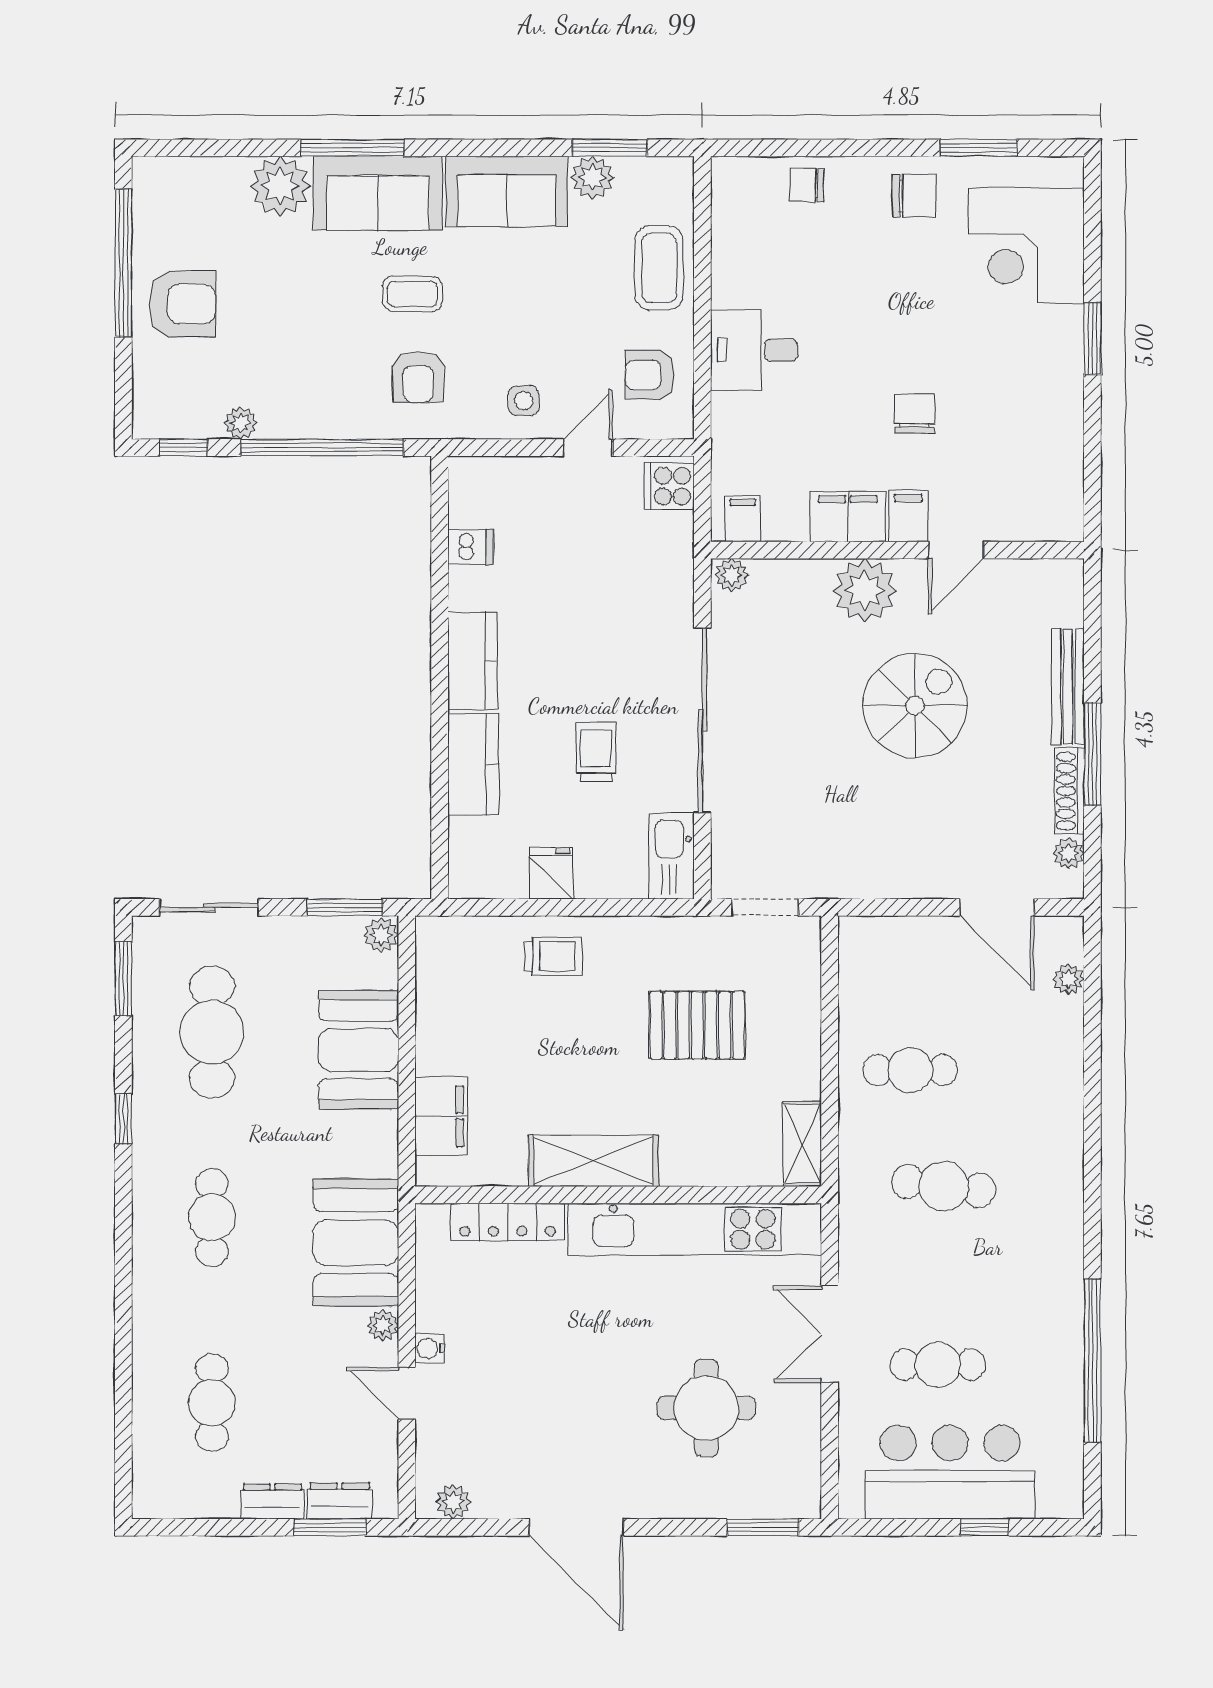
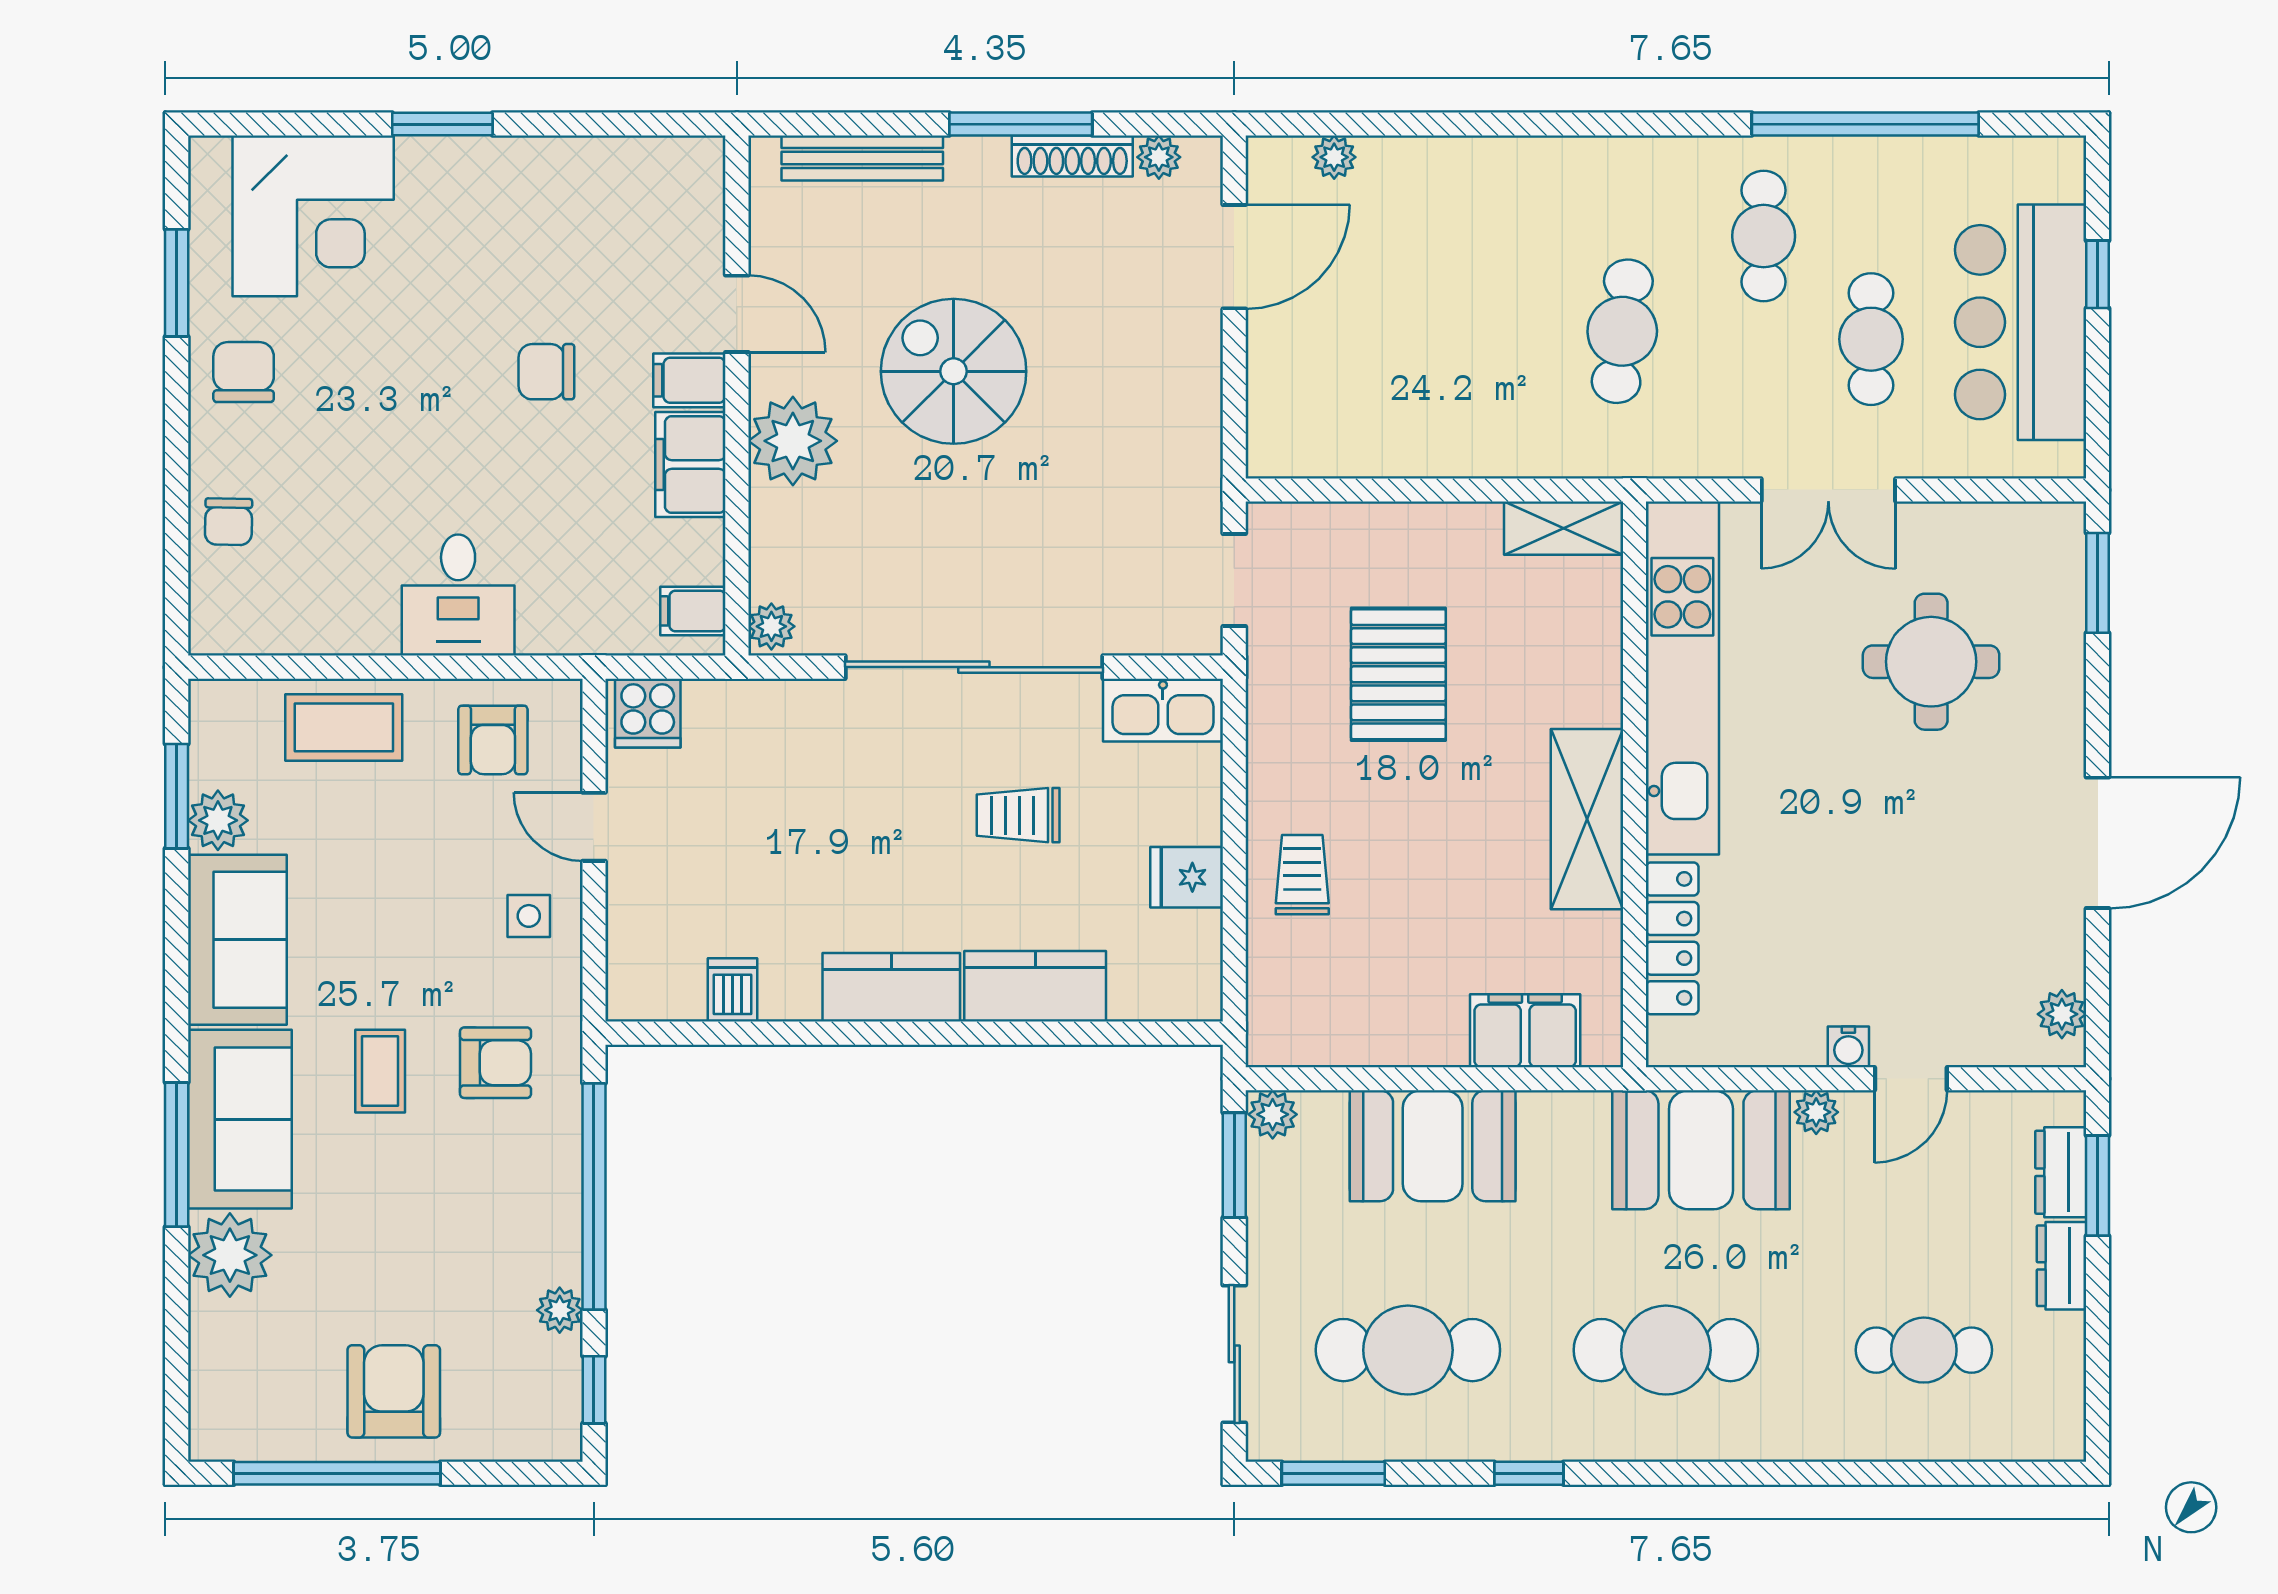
bench: (1068, 686) -> (862, 158), moved
cafe table: (910, 1070) -> (1764, 236), moved
cafe table: (212, 1217) -> (1666, 1350), width x1.37, depth x1.35

